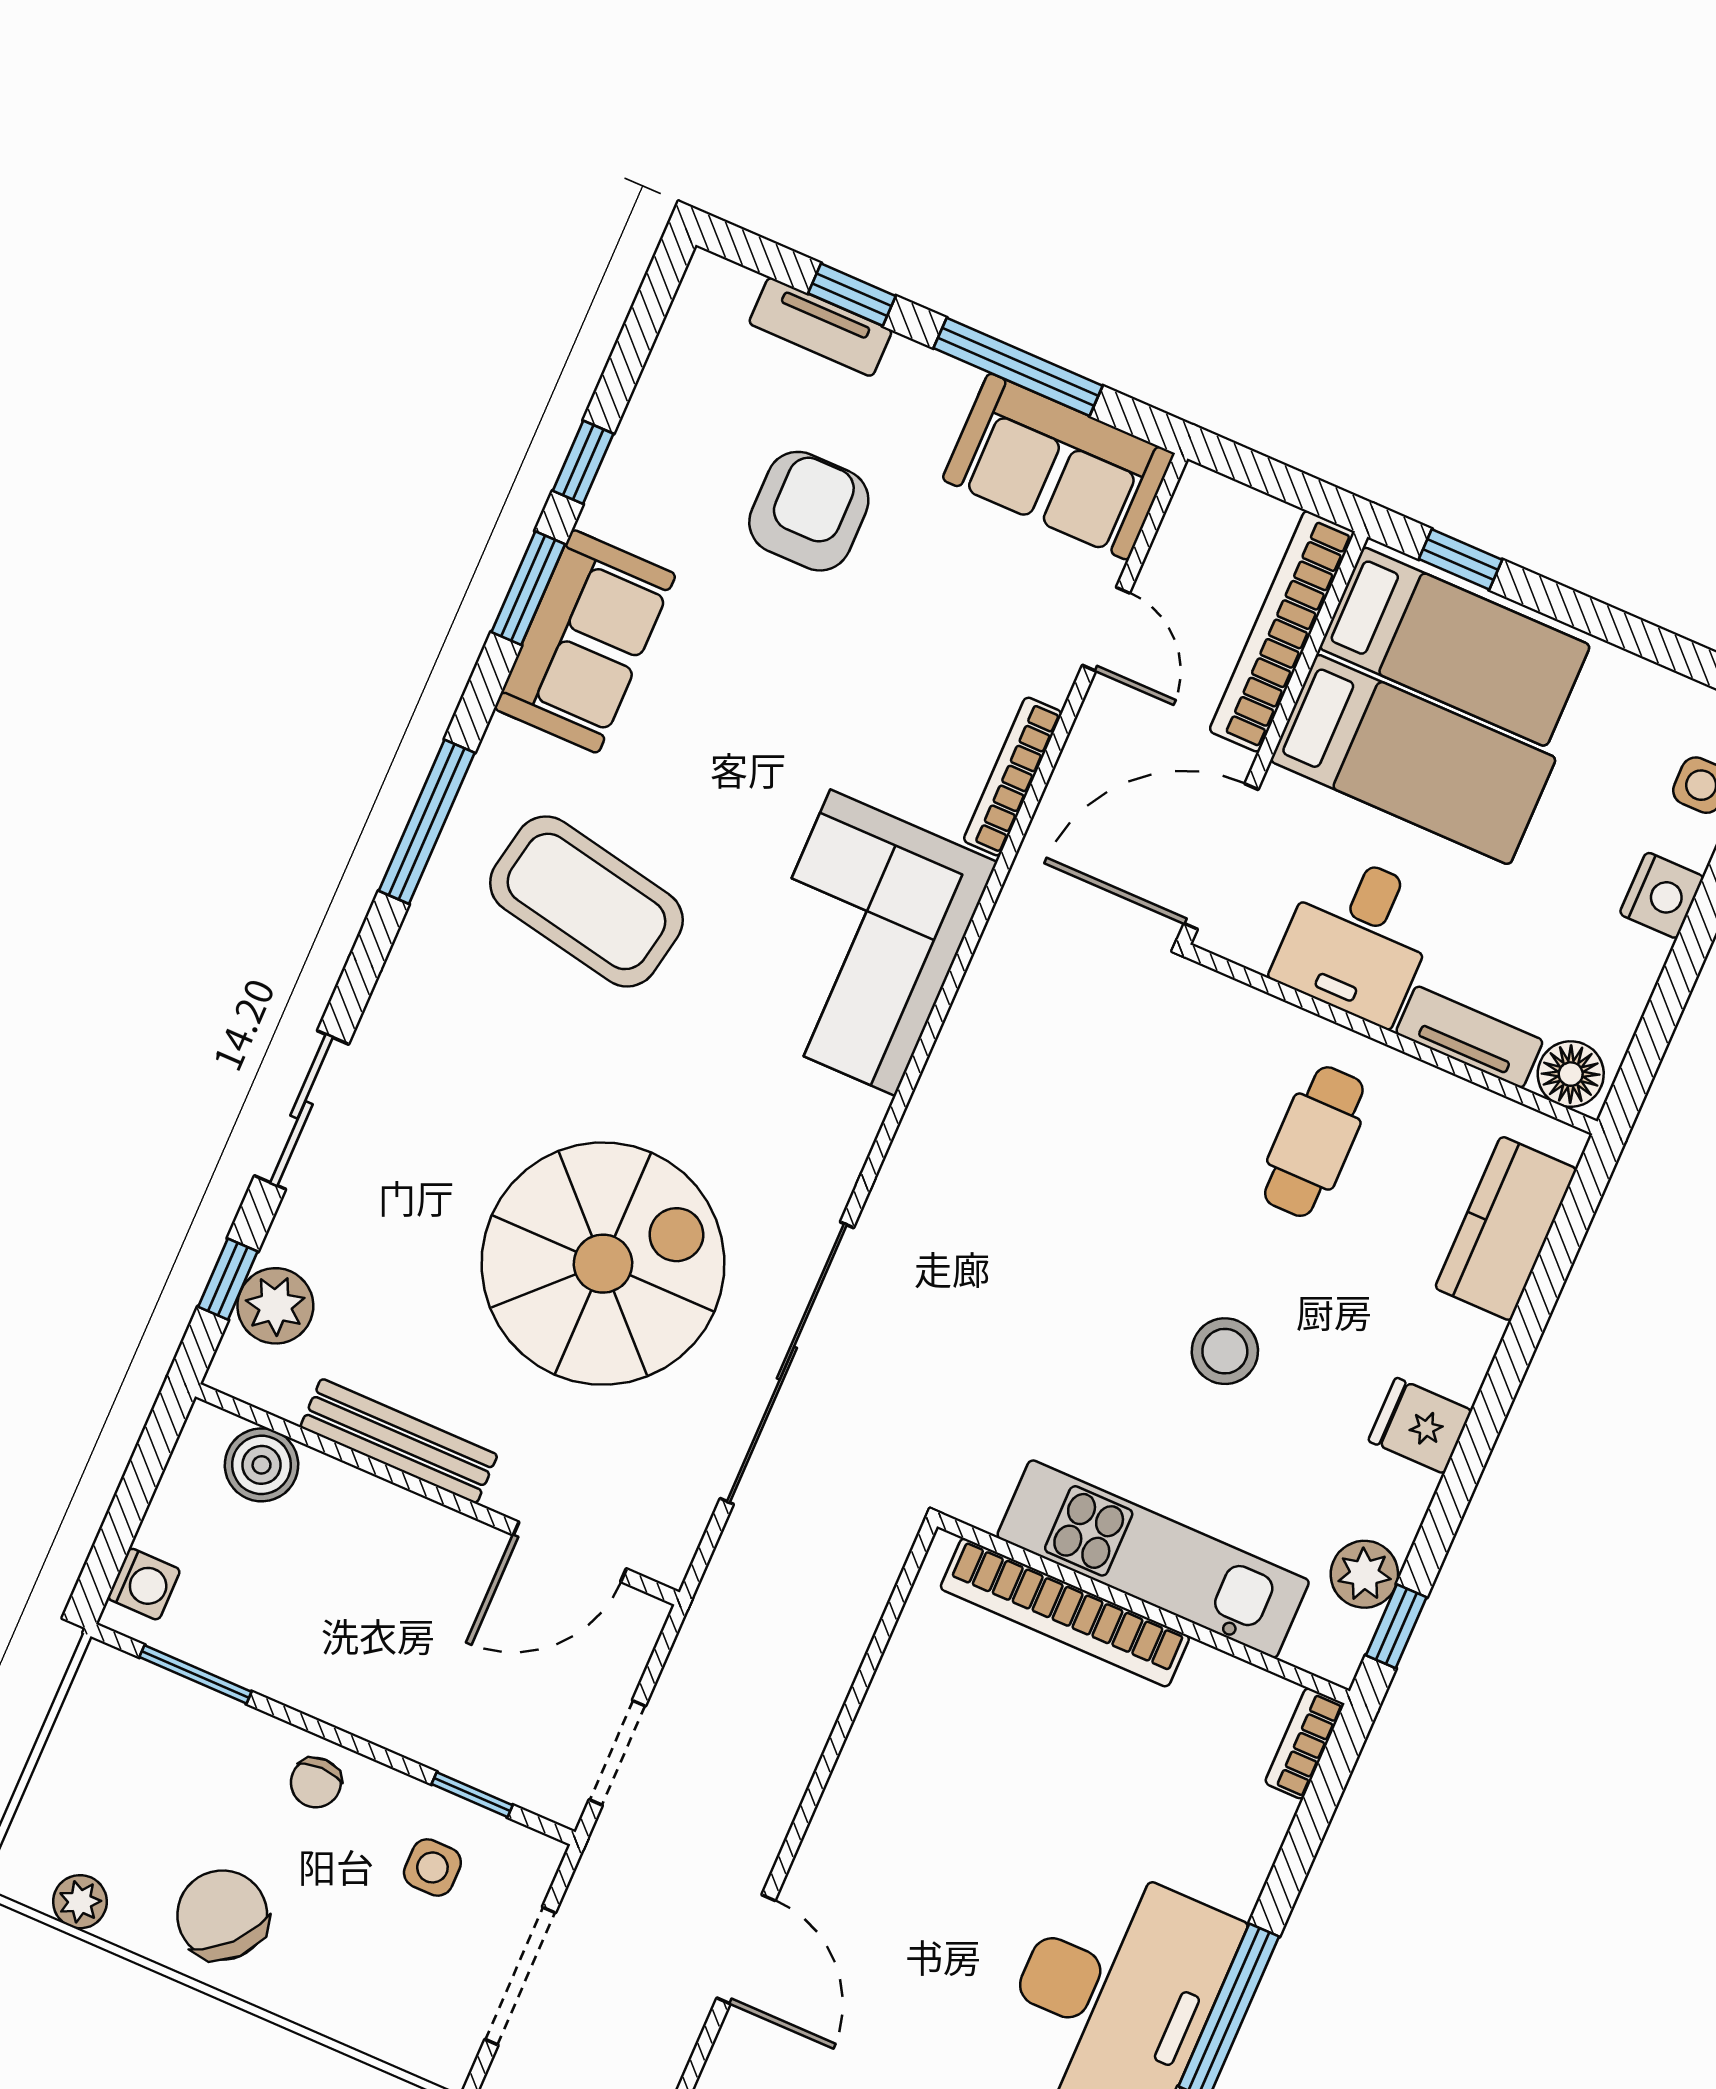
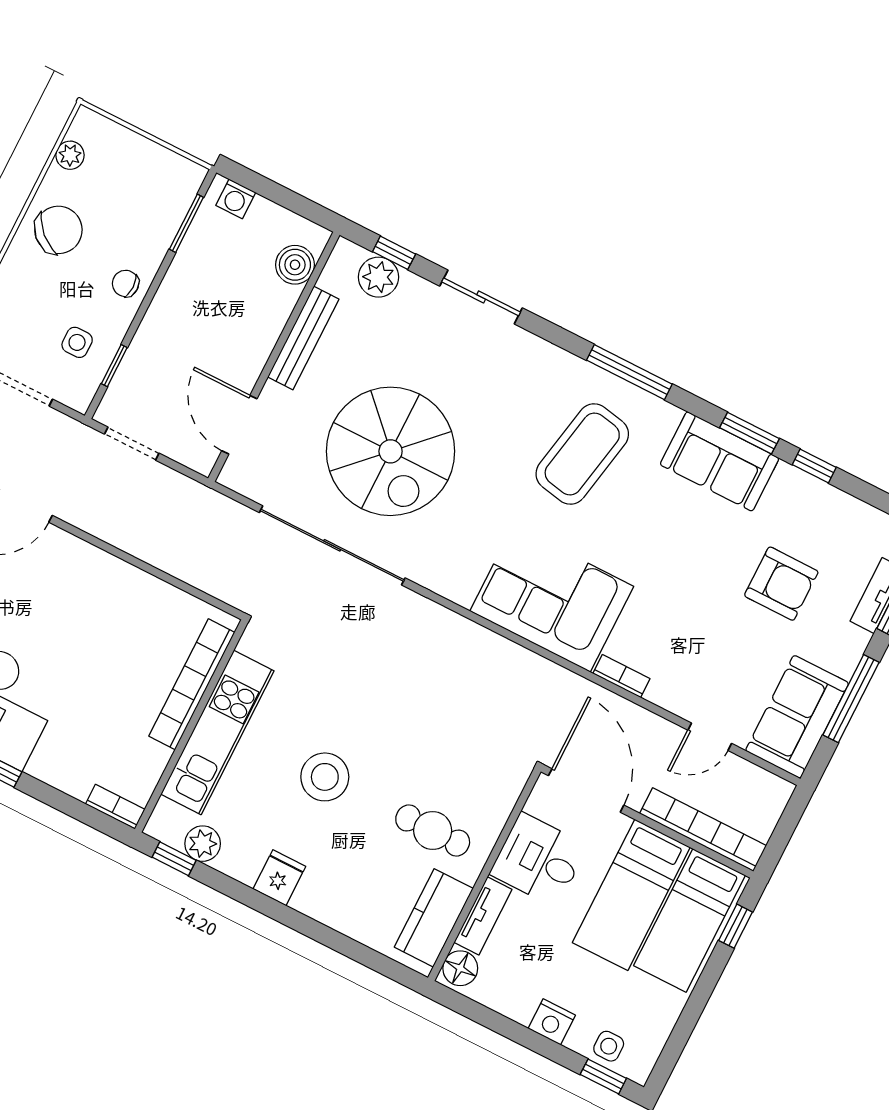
bookcase: (1013, 776) -> (621, 676), width x0.64
kitchen counter: (1506, 1228) -> (434, 918), moved, turned -90
stool: (1225, 1351) -> (325, 777), width x1.38, depth x1.38

